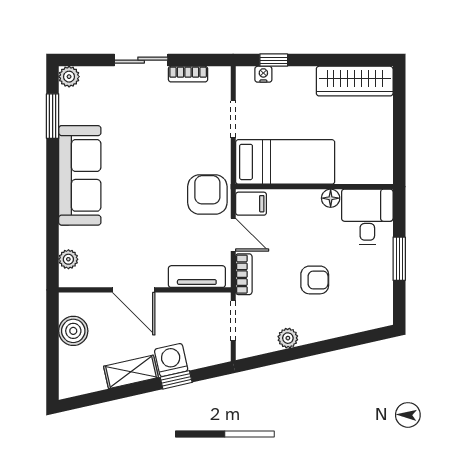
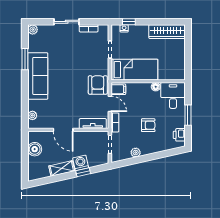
window: (53, 116) -> (25, 59), moved
printer: (381, 300) -> (179, 135), added

